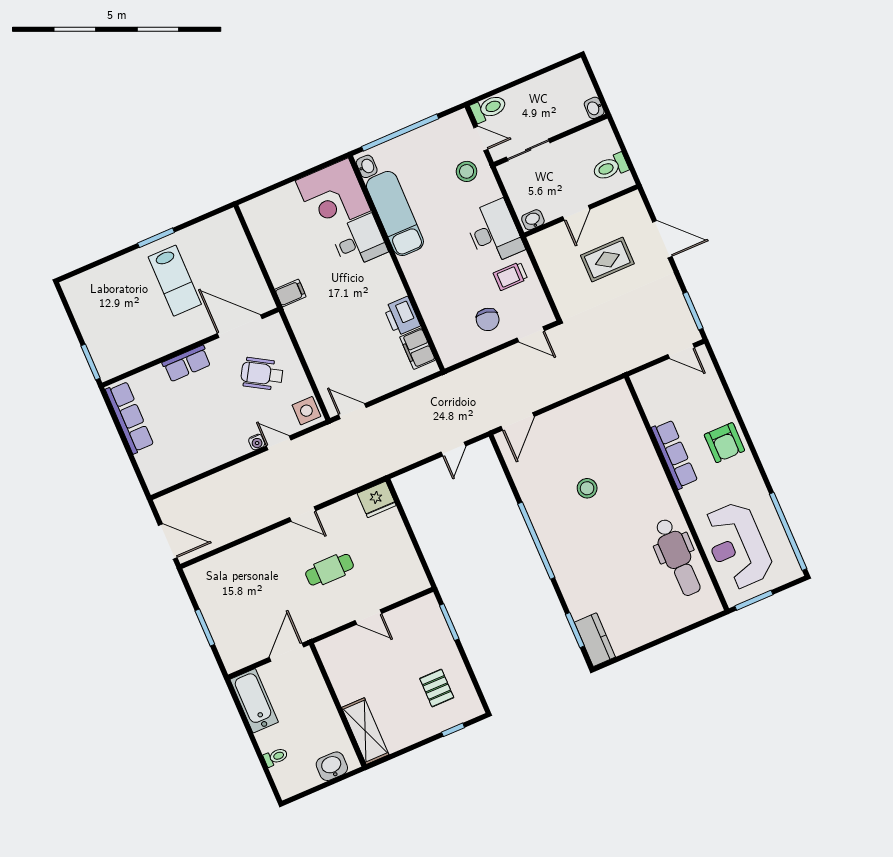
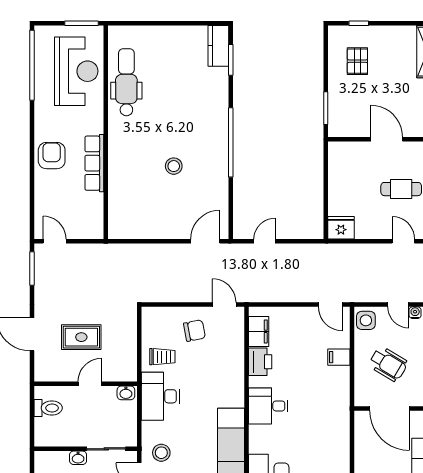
washbasin: (594, 108) -> (78, 458), moved, turned 90
desk: (359, 241) -> (268, 406), moved
filing cabinet: (290, 293) -> (339, 357), moved
chair: (488, 319) -> (194, 331), turned 67
door: (531, 334) -> (224, 305), moved
door: (368, 617) -> (387, 139), width x1.38

